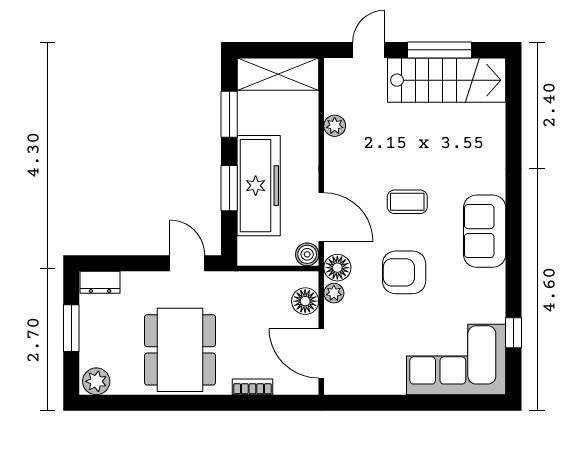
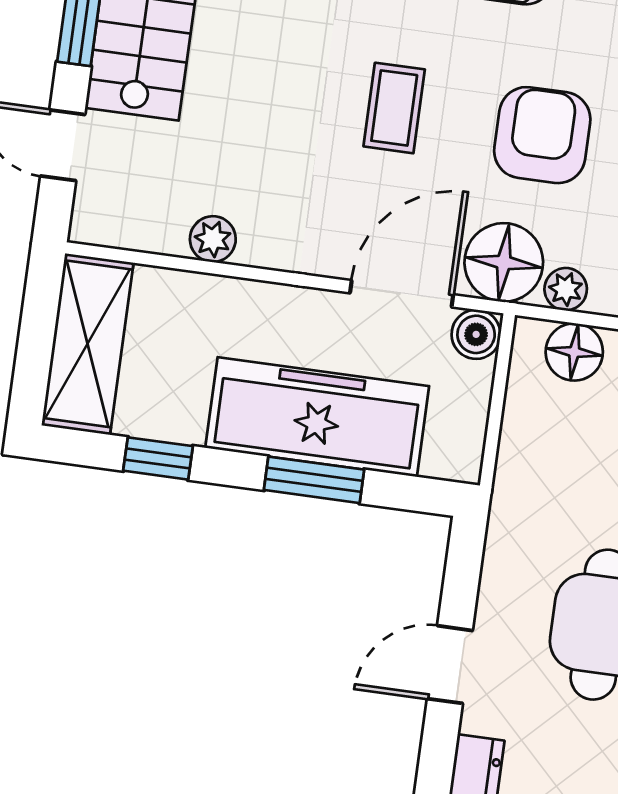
window: (229, 114) -> (158, 458), width x0.67
door: (187, 263) -> (450, 665), moved
floor lamp: (337, 268) -> (504, 262), width x1.38, depth x1.38
armchair: (404, 272) -> (542, 135), turned 180

